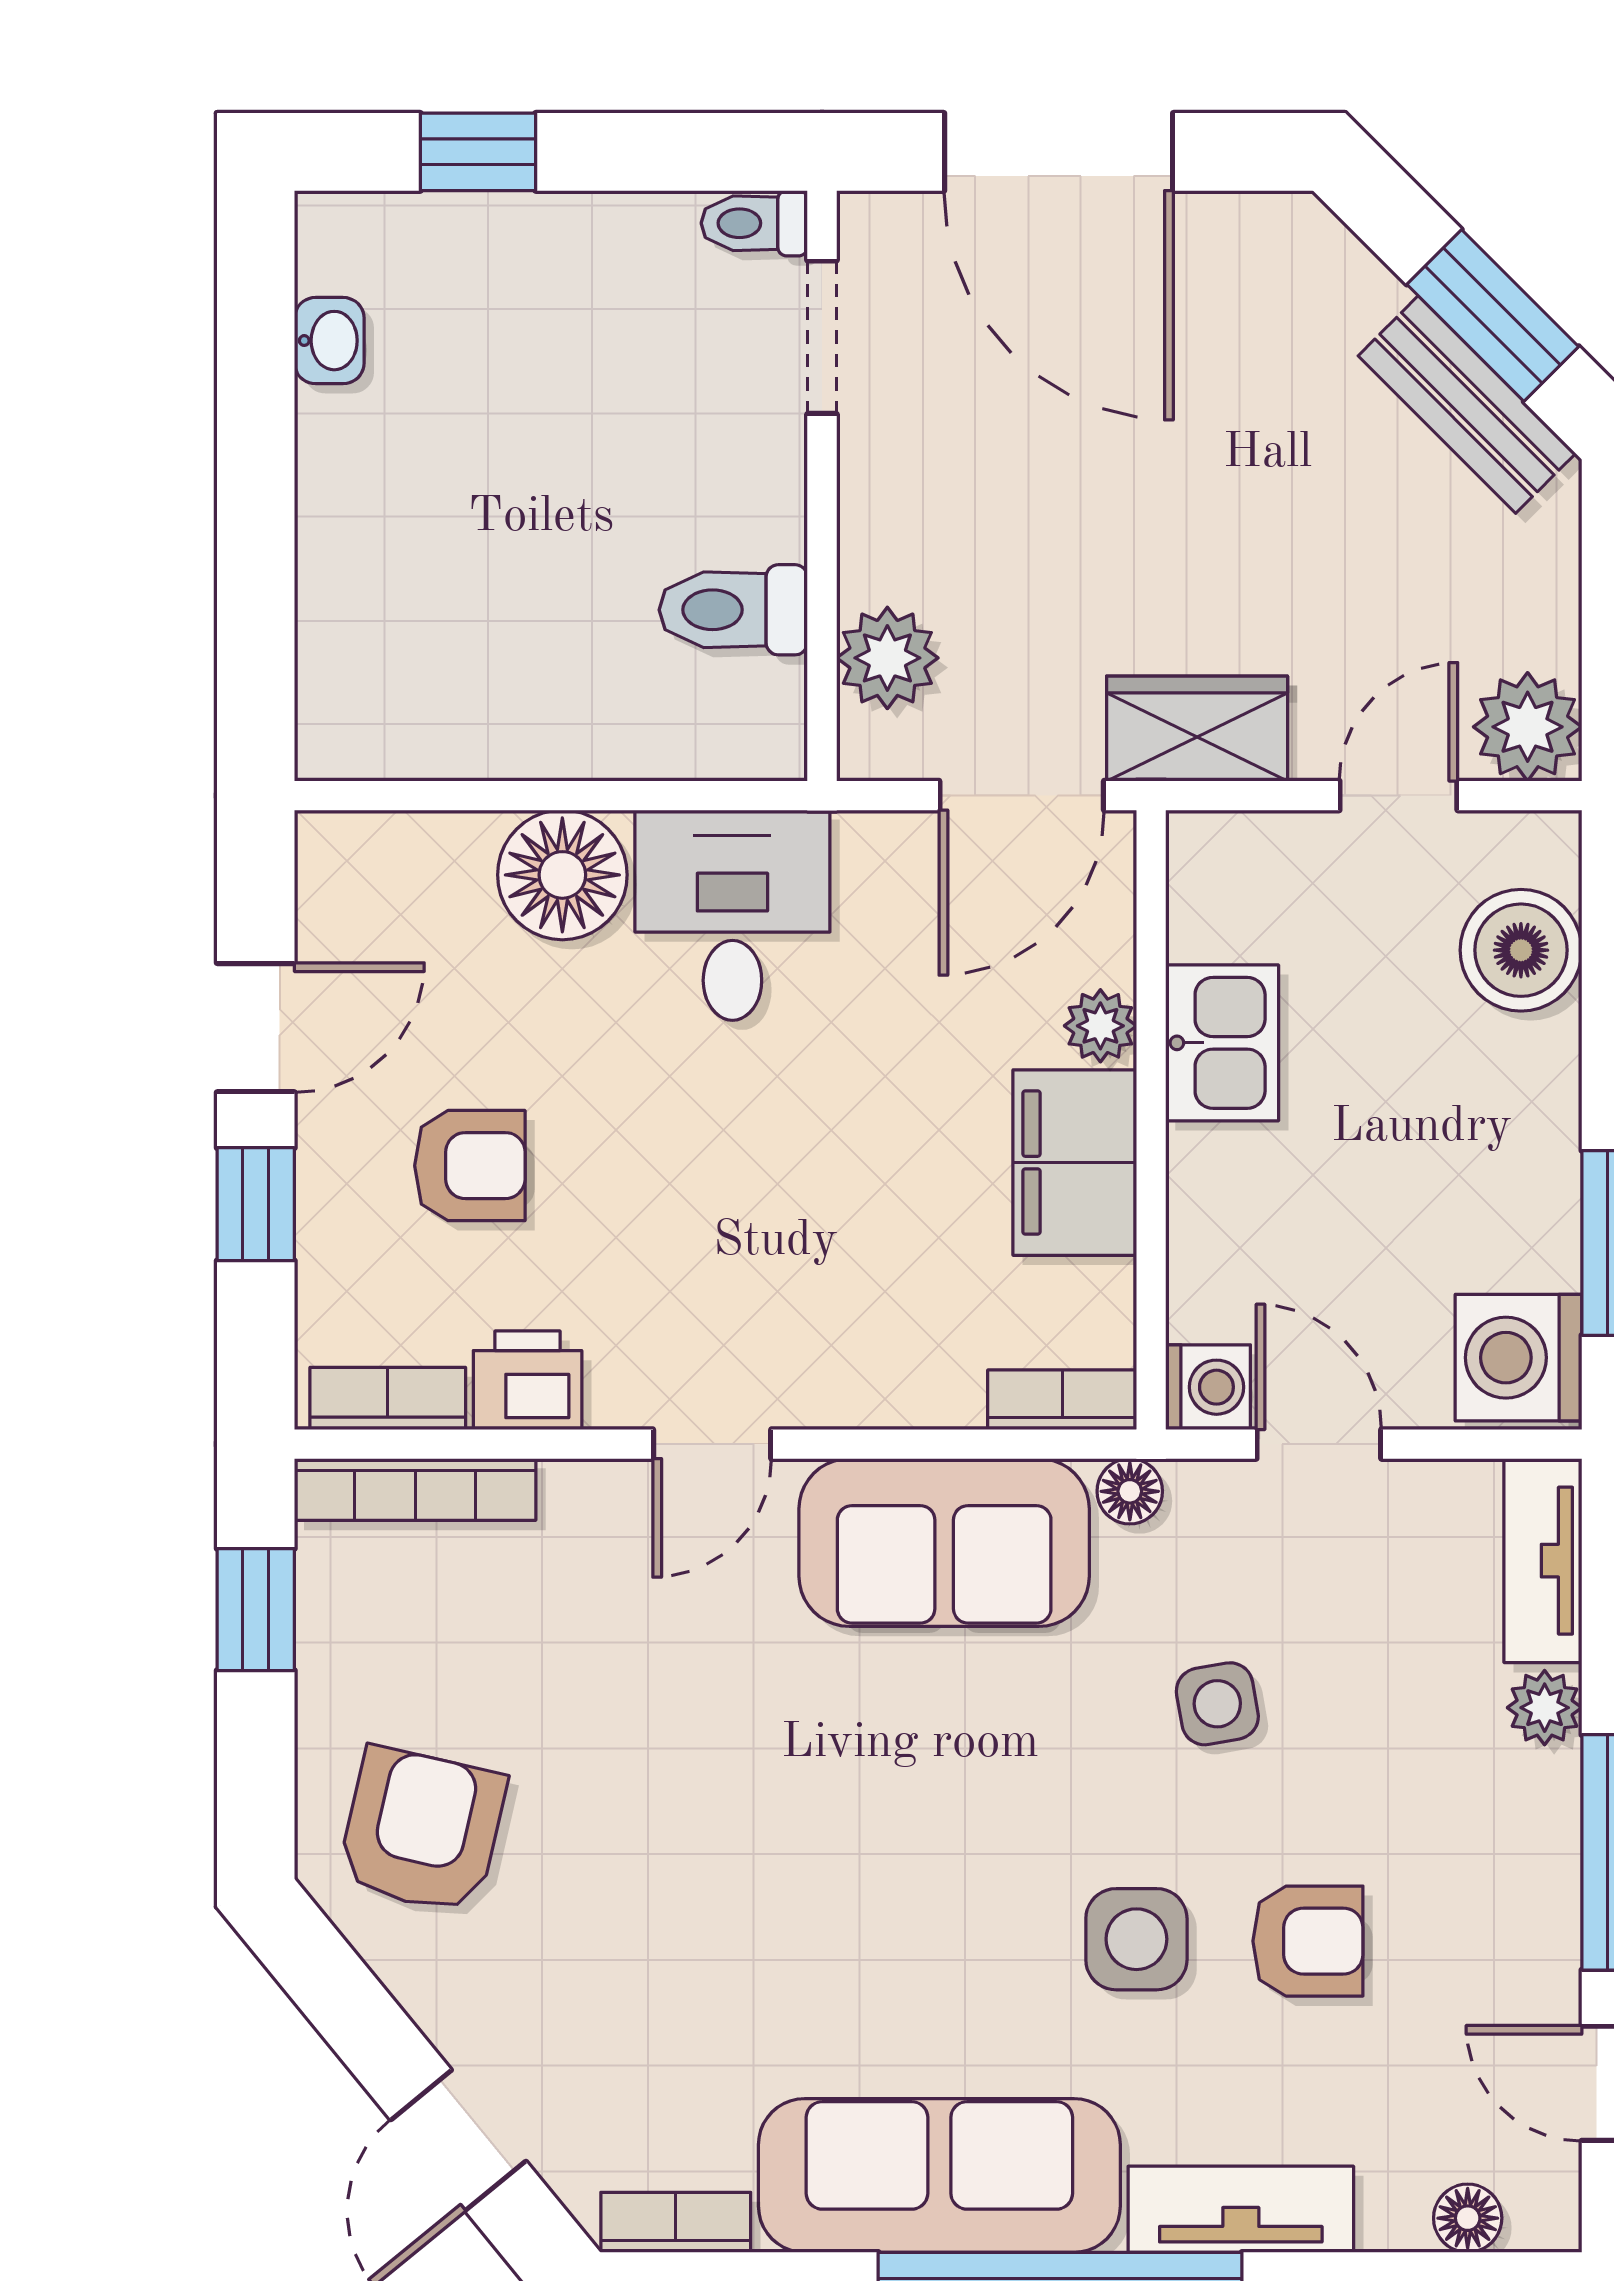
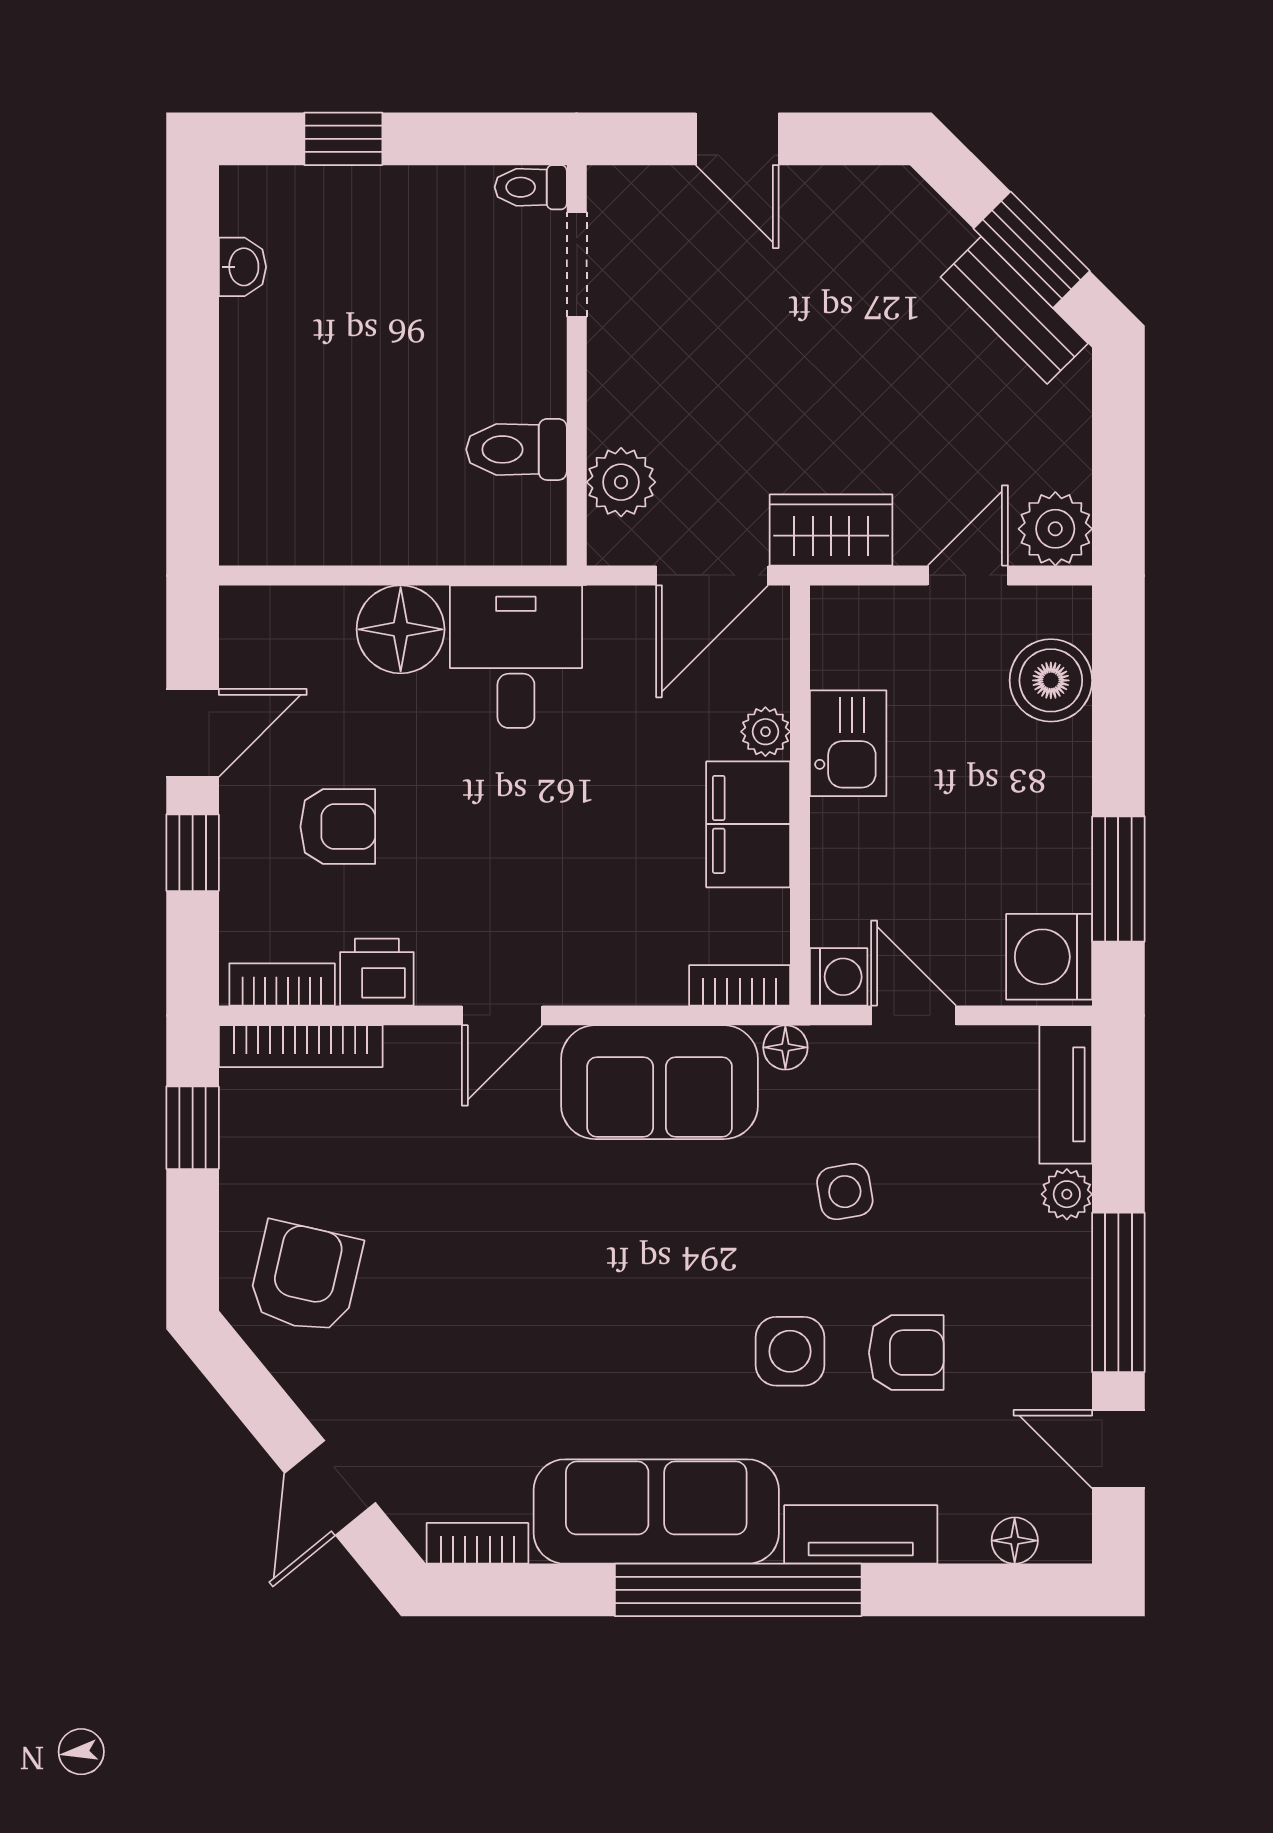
door: (1059, 152) -> (737, 139), width x0.53

